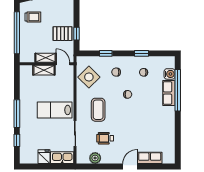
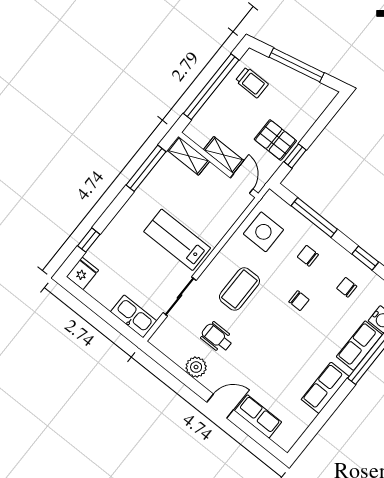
window: (106, 53) -> (314, 217), width x2.17
shelving: (44, 70) -> (188, 156), moved
side table: (89, 77) -> (263, 232), turned 45
window: (17, 114) -> (146, 168), moved
row of seats: (169, 123) -> (325, 388), added
fridge: (44, 157) -> (82, 273), moved
plant: (95, 158) -> (196, 367), moved

